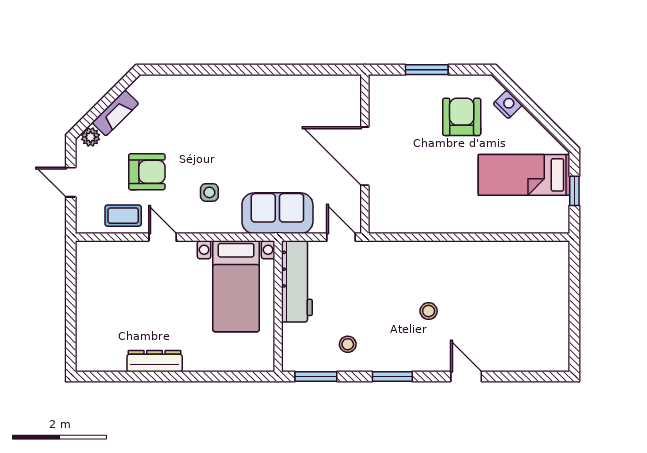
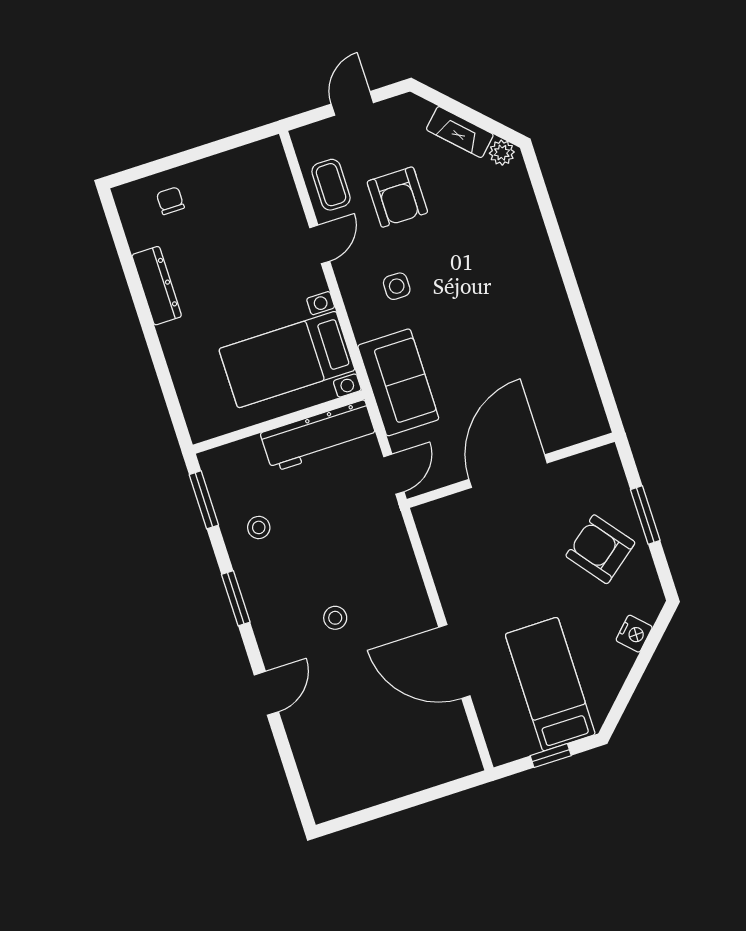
armchair: (462, 117) -> (600, 549), moved, turned -128
plant: (91, 137) -> (502, 153), moved
door: (486, 237) -> (454, 662), added
chair: (98, 332) -> (170, 201), added

